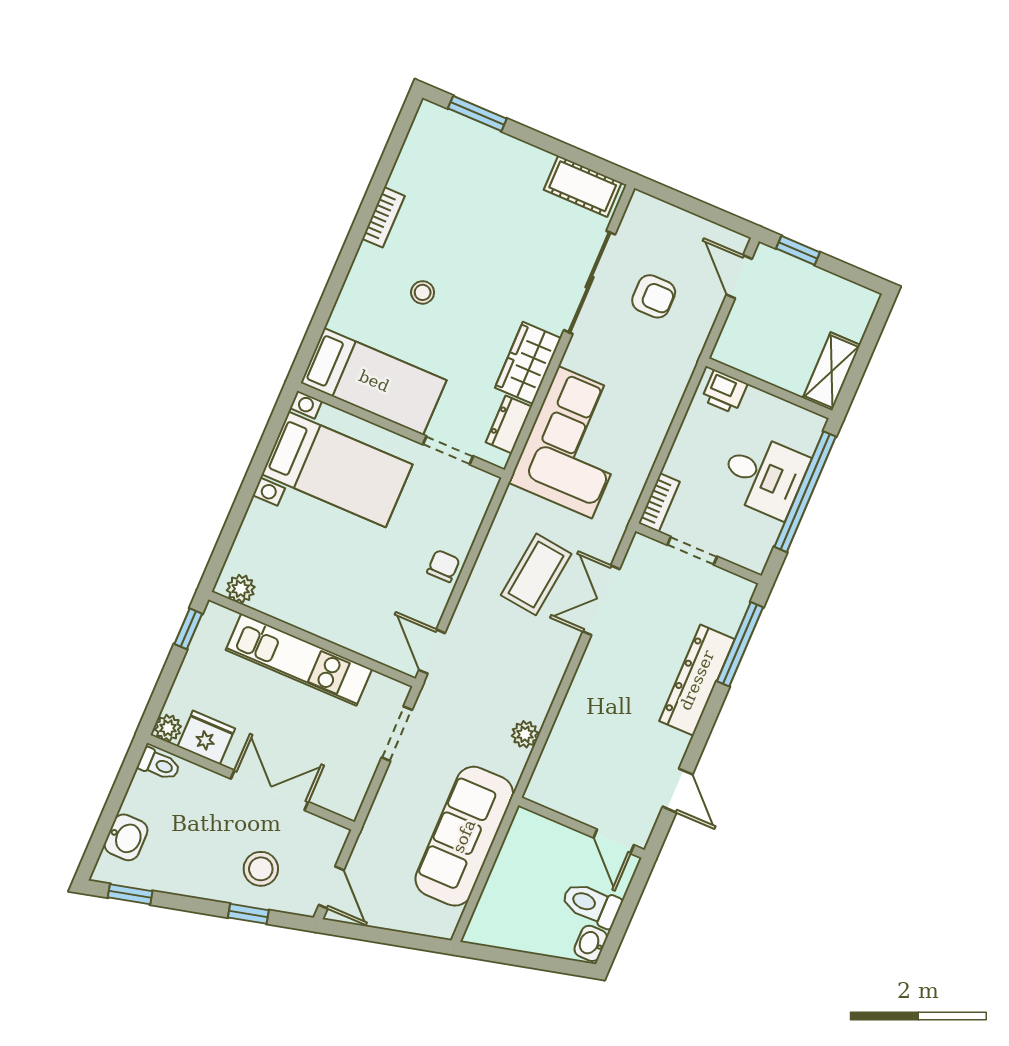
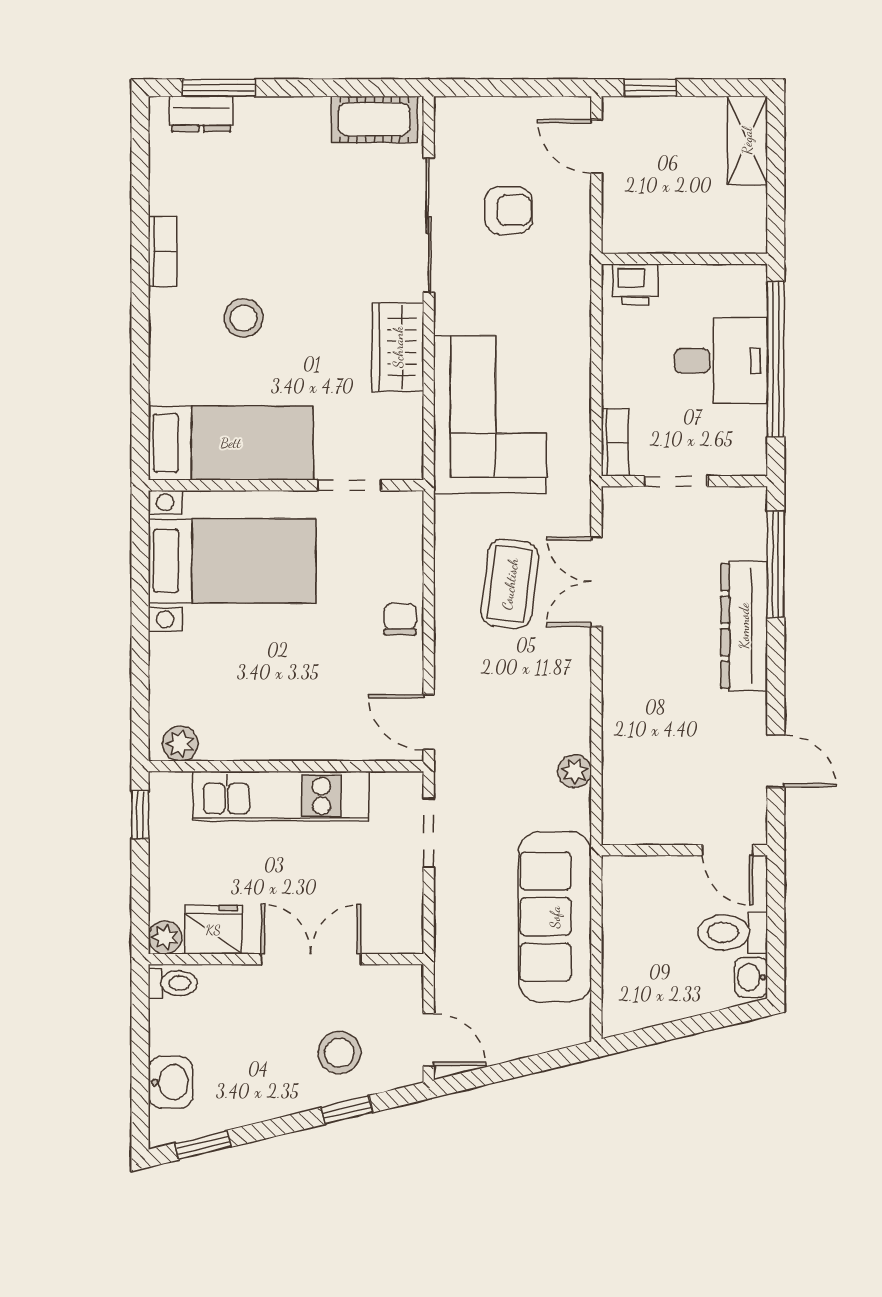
stool: (423, 292) -> (244, 318), width x1.37, depth x1.37
shelving: (831, 372) -> (747, 141), moved
dresser: (509, 425) -> (201, 114), moved, turned -90

